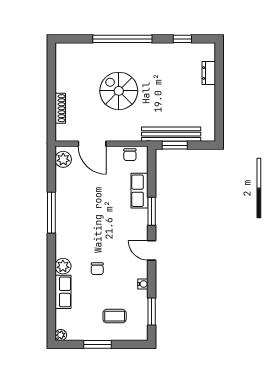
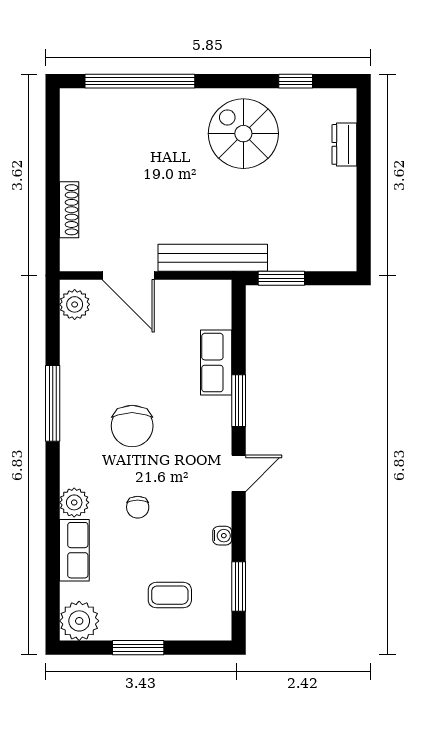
window: (122, 39) -> (140, 81), moved
spiral stairs: (119, 91) -> (243, 134), moved
bench: (171, 134) -> (213, 258), moved
chair: (130, 155) -> (132, 426), moved, width x1.87, depth x1.87
door: (152, 250) -> (239, 473), swing flipped
plant: (61, 335) -> (79, 621), width x1.88, depth x1.88

